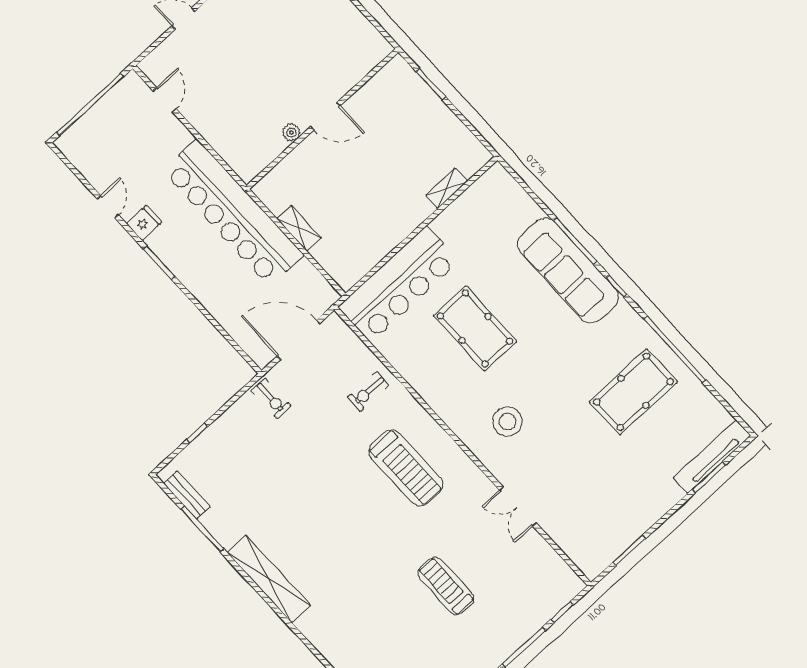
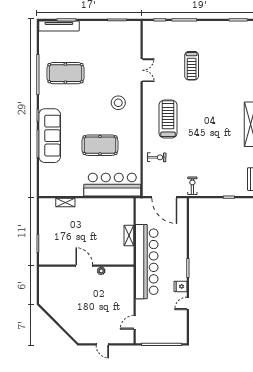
pool table: (475, 328) -> (100, 145), turned 90

